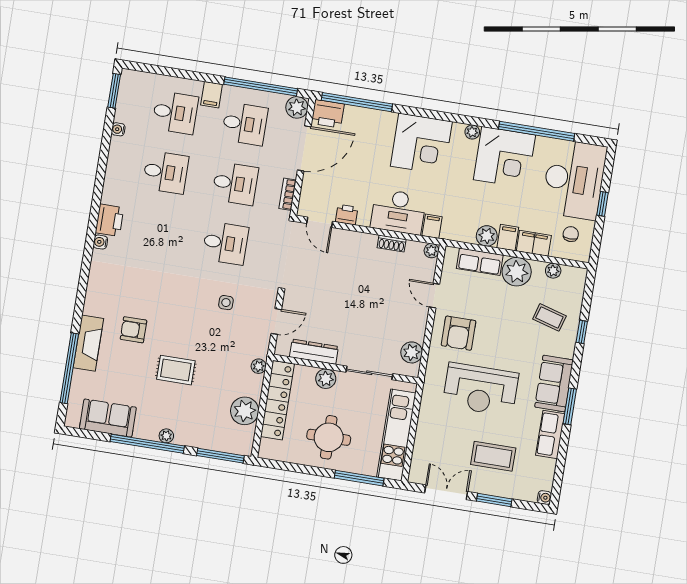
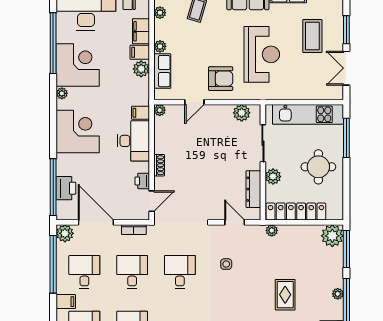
printer: (328, 114) -> (66, 188), moved
shoe rack: (392, 244) -> (159, 165), moved
plant: (517, 272) -> (160, 46), width x0.53, depth x0.53
plant: (245, 411) -> (332, 236), moved

